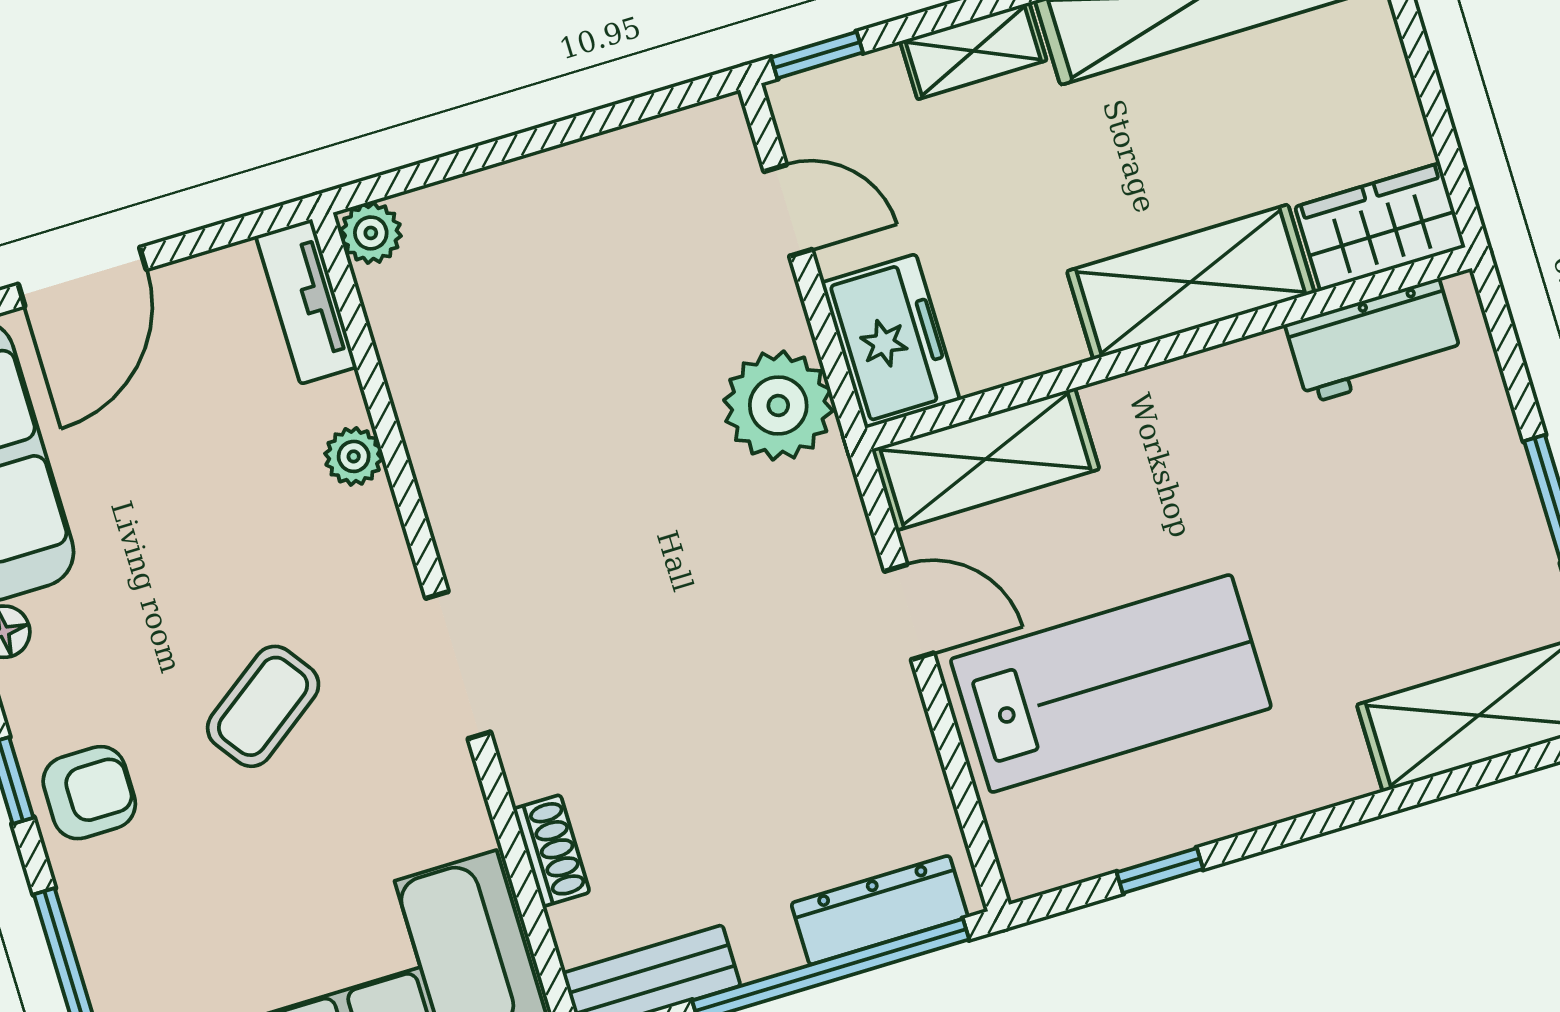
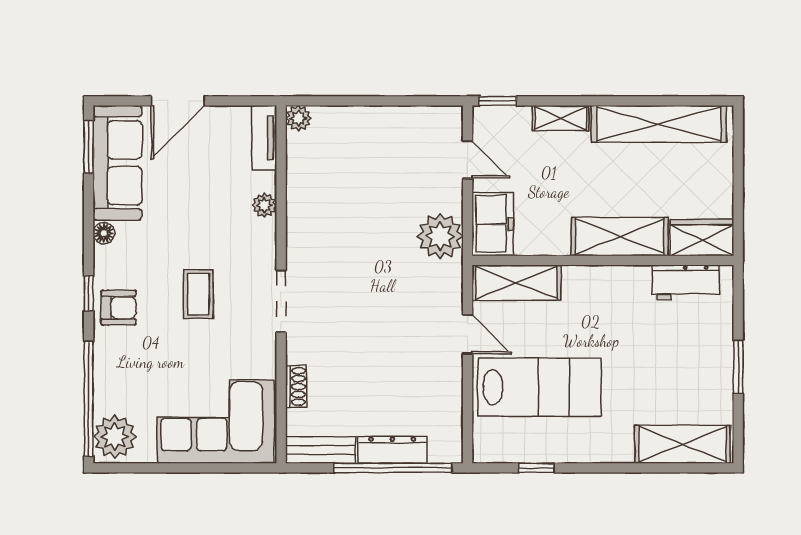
coffee table: (263, 706) -> (198, 294), turned -54
dresser: (880, 910) -> (392, 450), moved

